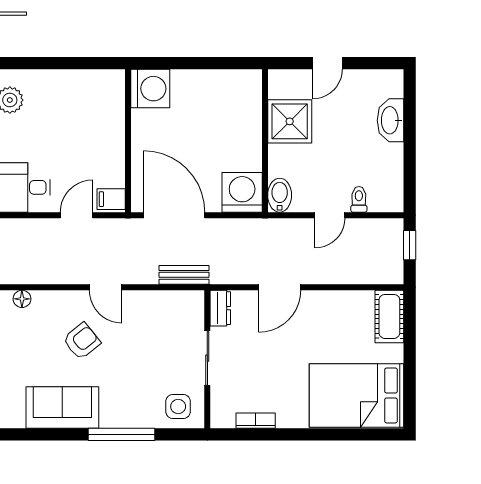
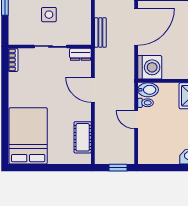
toilet: (359, 199) -> (146, 103), moved
cot: (389, 316) -> (83, 137), moved, turned 90
side table: (178, 406) -> (49, 15), moved
bookcase: (256, 421) -> (13, 60), moved

